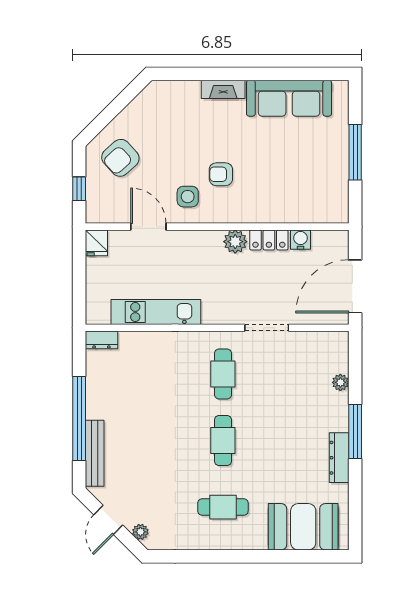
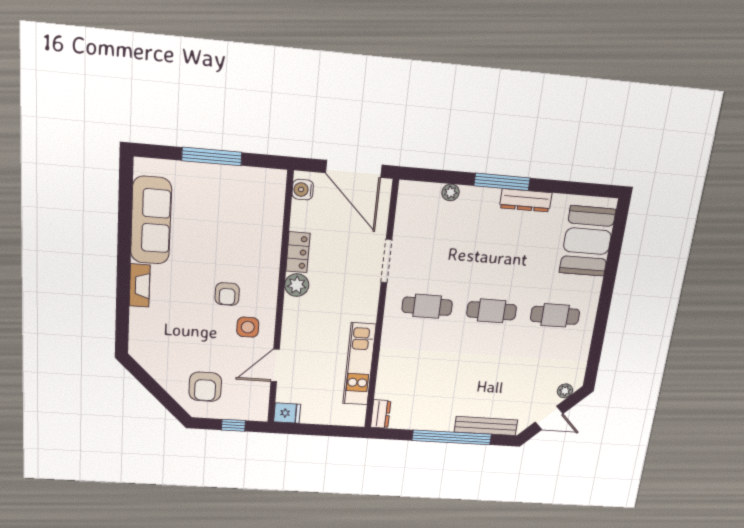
armchair: (120, 158) -> (205, 387), turned 42
water cooler: (301, 240) -> (303, 190), moved
cafe table: (223, 507) -> (555, 315), turned 90

